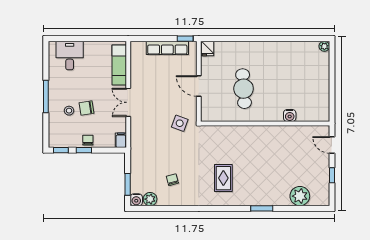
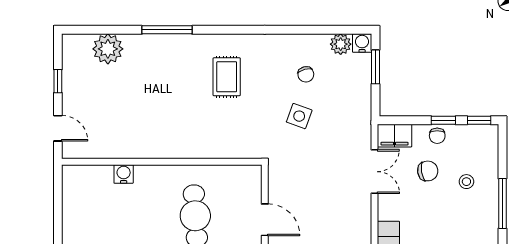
double door: (128, 102) -> (374, 172), moved
chair: (87, 108) -> (428, 171), moved
side table: (180, 123) -> (299, 116), moved
filing cabinet: (121, 140) -> (395, 136), width x2.00
window: (262, 208) -> (167, 30), width x1.44

